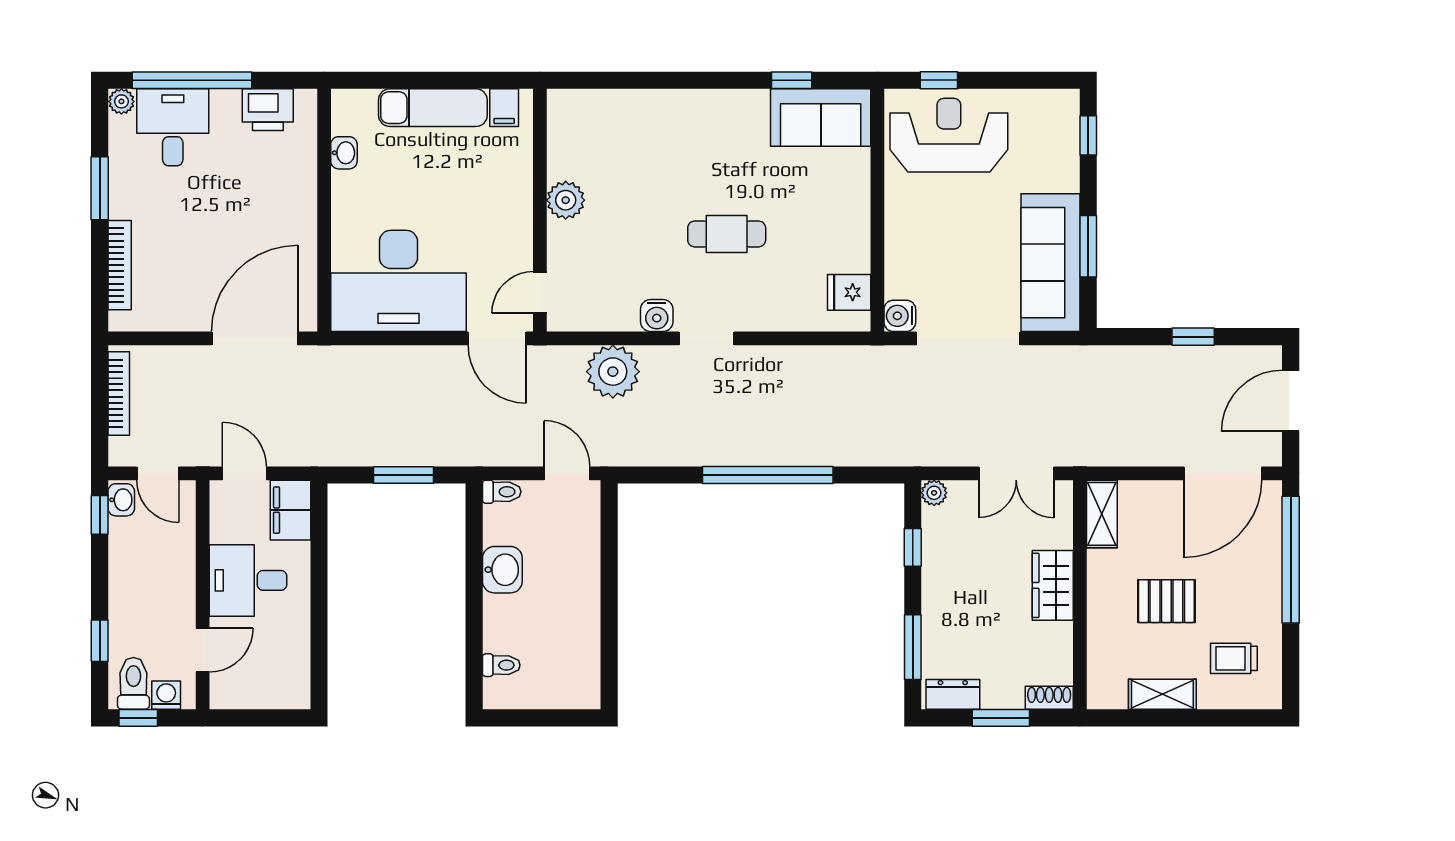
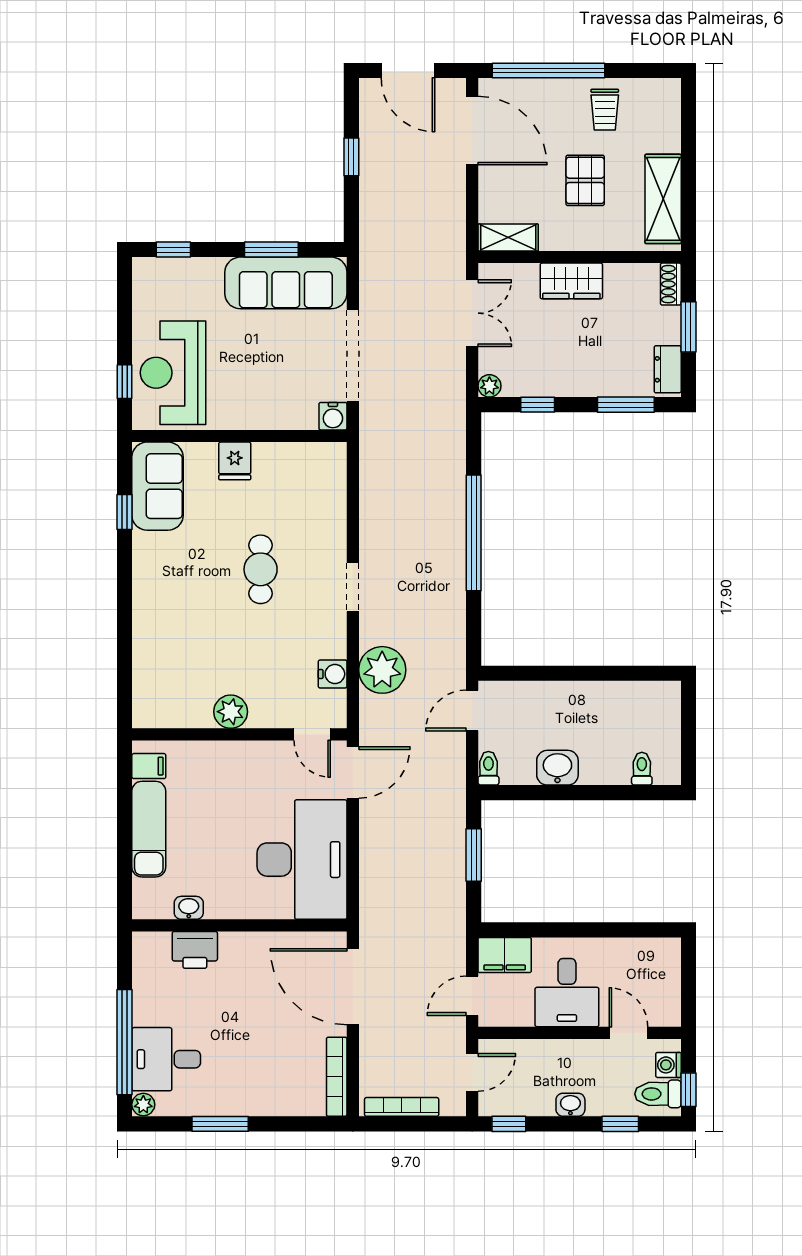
printer: (268, 110) -> (195, 950), moved, turned 90
bookcase: (120, 265) -> (337, 1077), moved, turned -90
fridge: (849, 292) -> (235, 461), moved
water cooler: (657, 316) -> (333, 674), moved
washbasin: (121, 500) -> (570, 1105), moved
trolley: (1234, 658) -> (605, 110), moved
shelving: (1162, 694) -> (663, 199), width x1.50, depth x1.33

